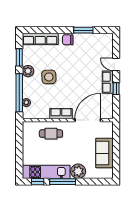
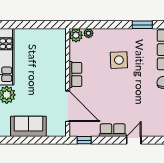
plant: (28, 71) -> (76, 35), moved
window: (116, 89) -> (84, 140), moved
window: (19, 93) -> (100, 25), removed
cafe table: (51, 134) -> (52, 63), removed

